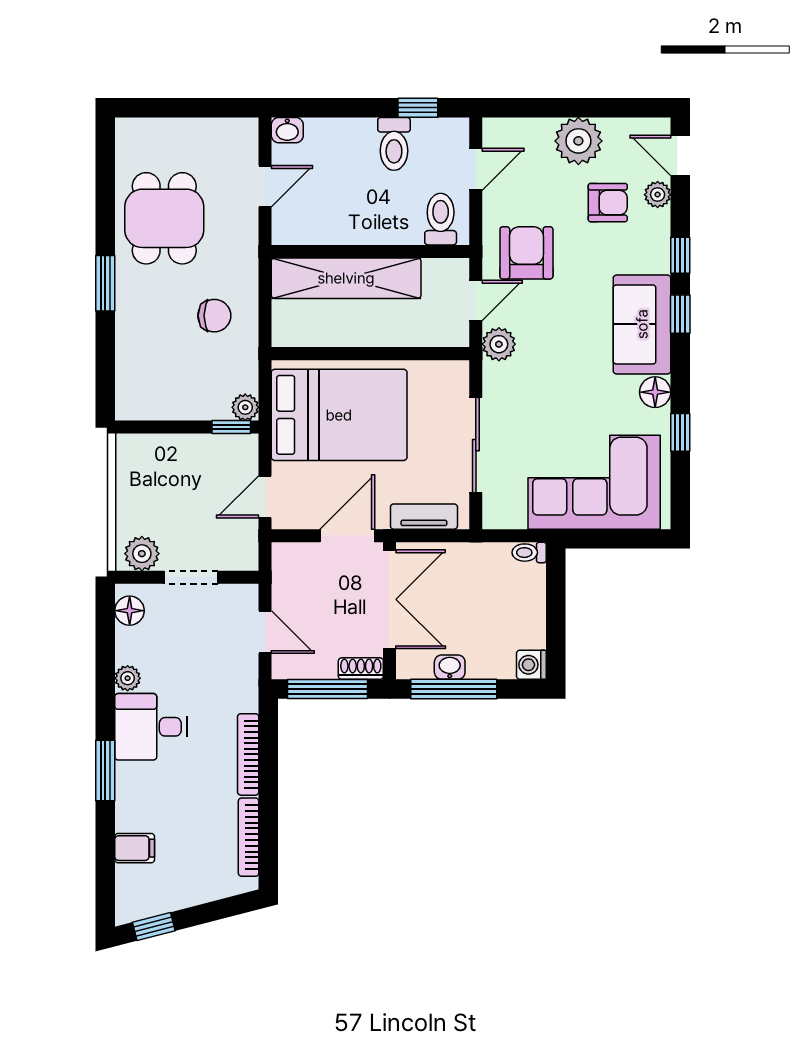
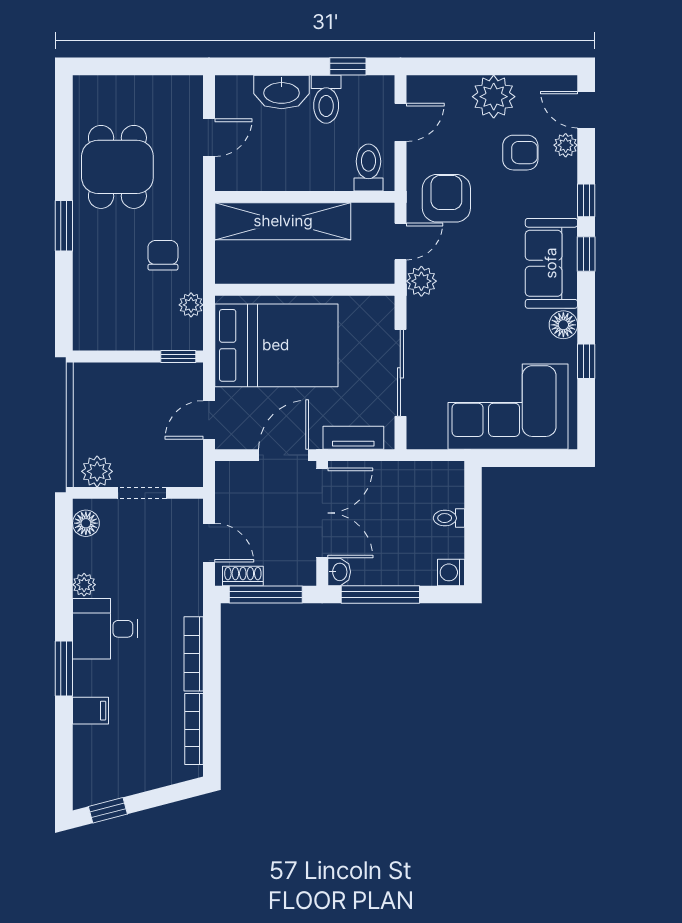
washbasin: (287, 130) -> (282, 92), moved, width x1.91, depth x1.45
chair: (214, 316) -> (163, 255), turned -90
plant: (245, 407) -> (191, 305), moved
toilet: (529, 553) -> (449, 518), moved
washbasin: (450, 667) -> (339, 572), moved, turned 90
shoe rack: (361, 669) -> (243, 576), moved
filing cabinet: (135, 848) -> (91, 711), moved

